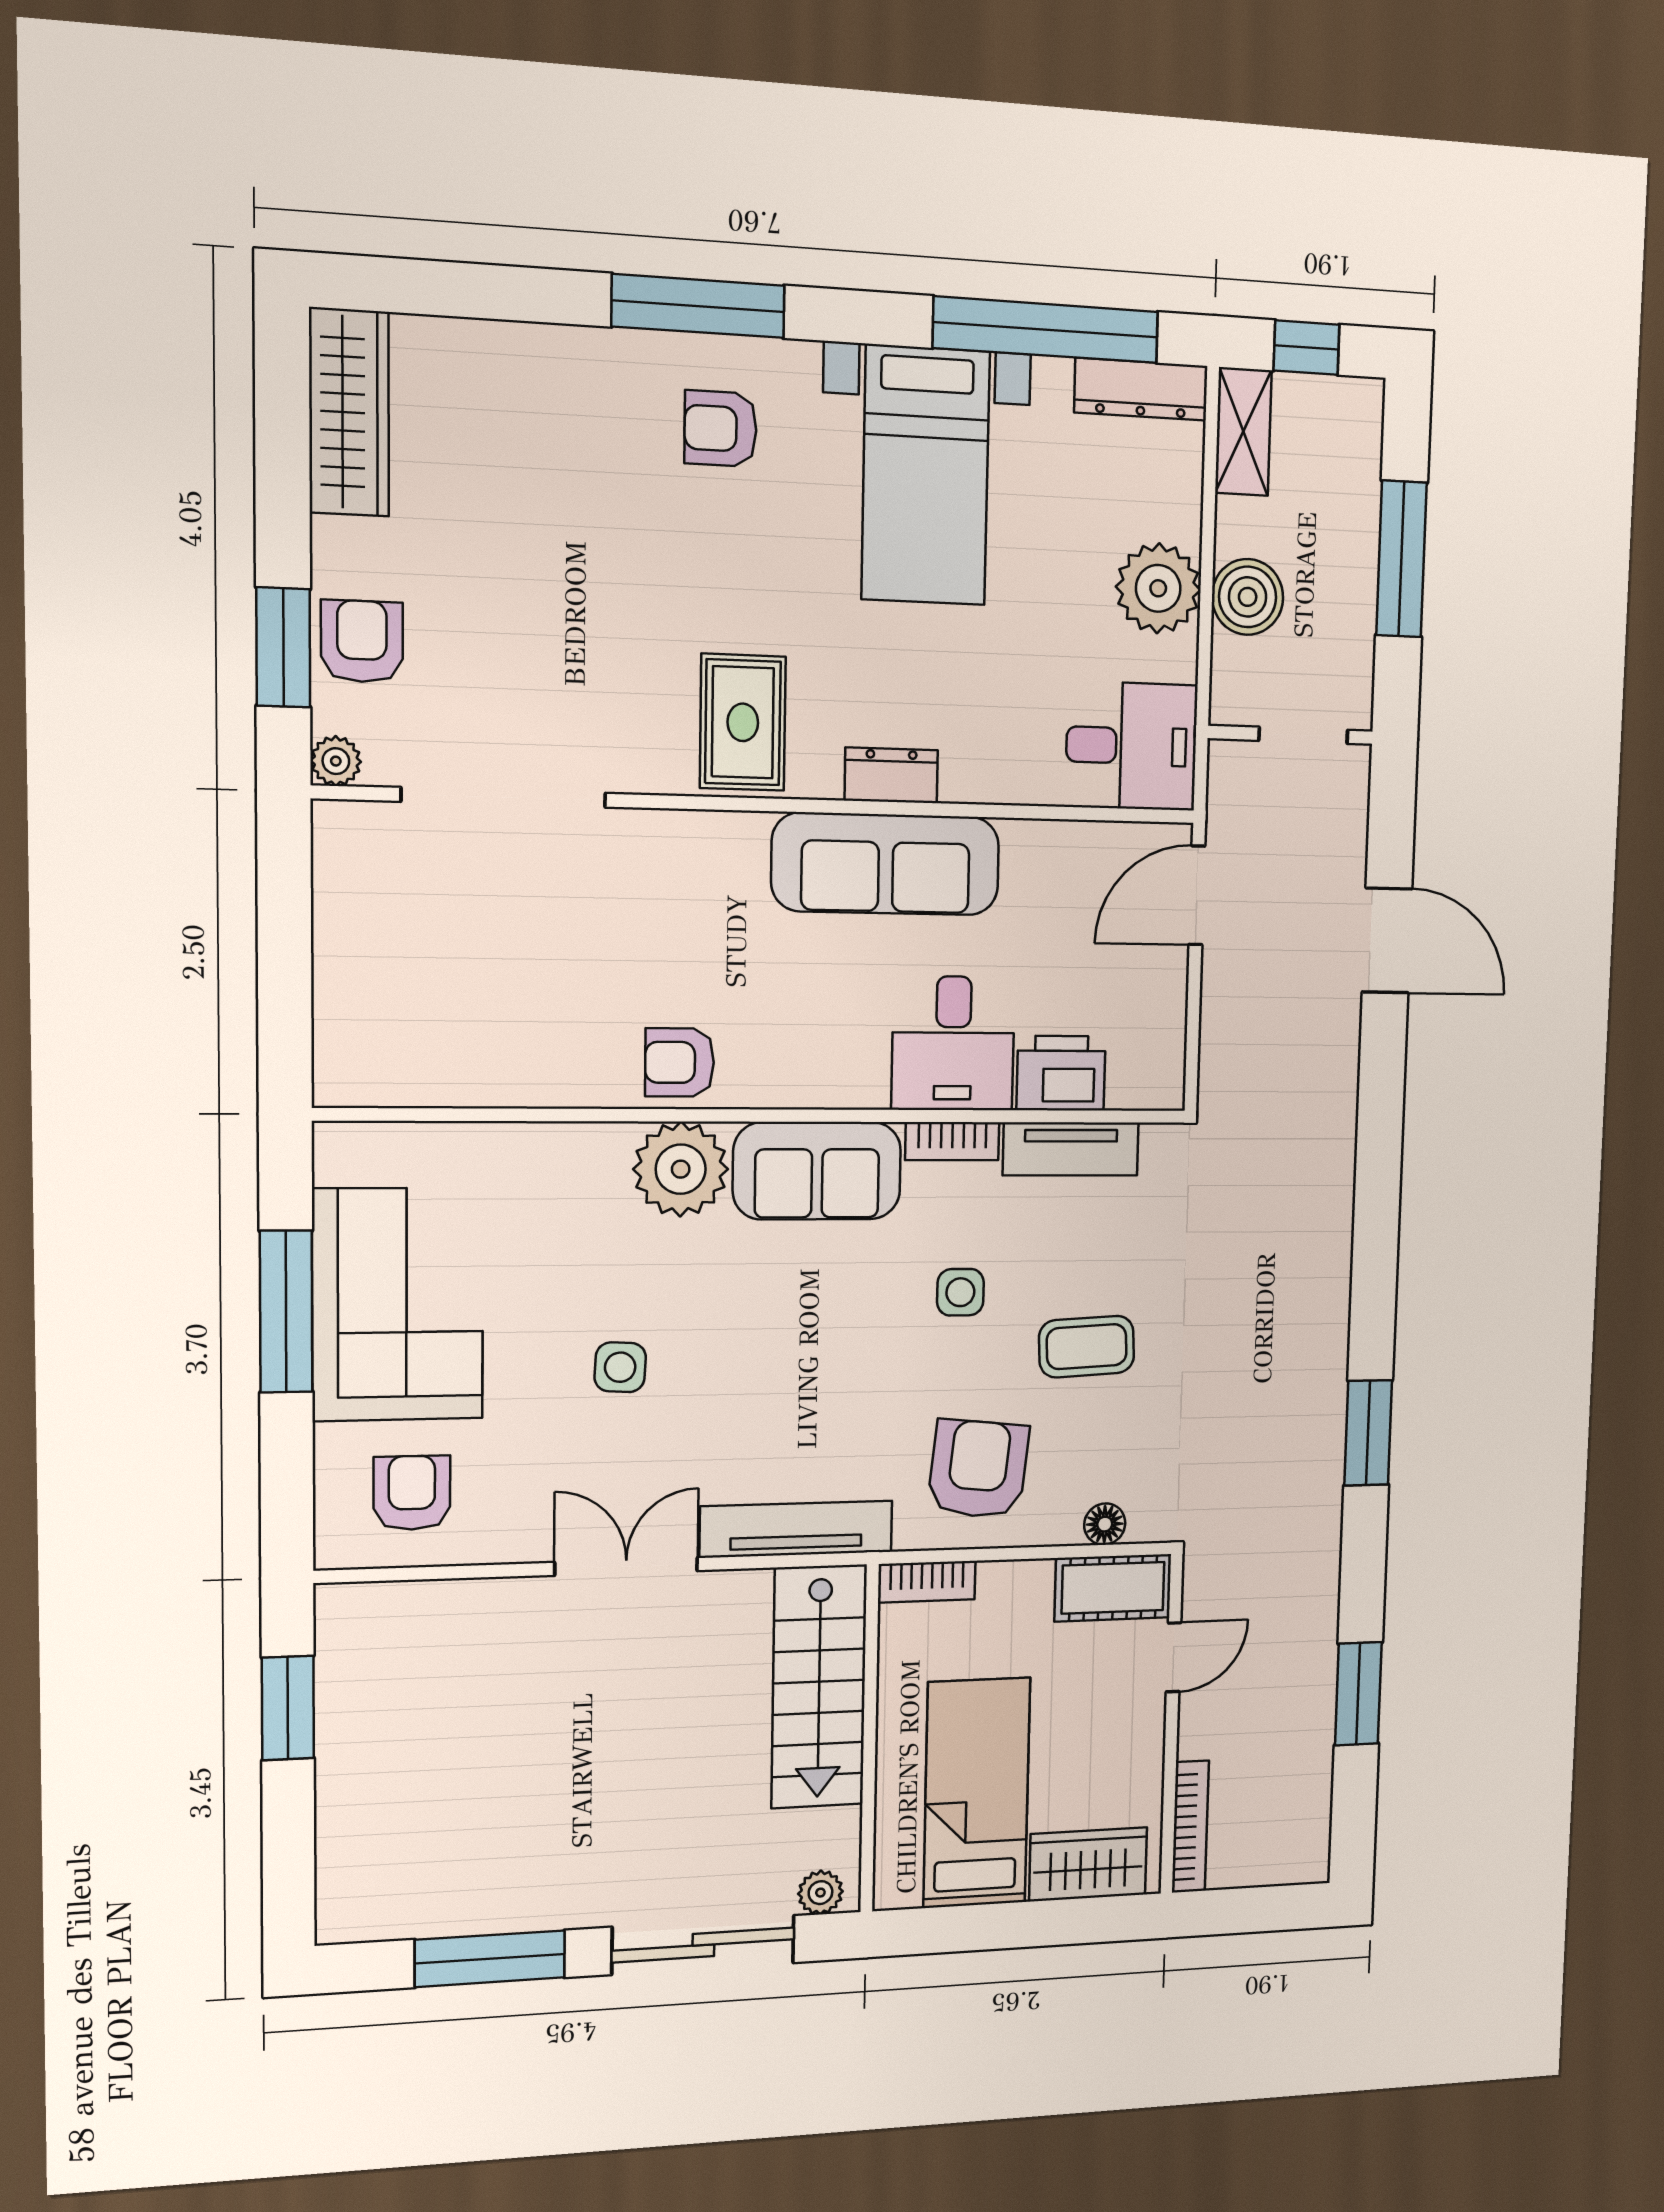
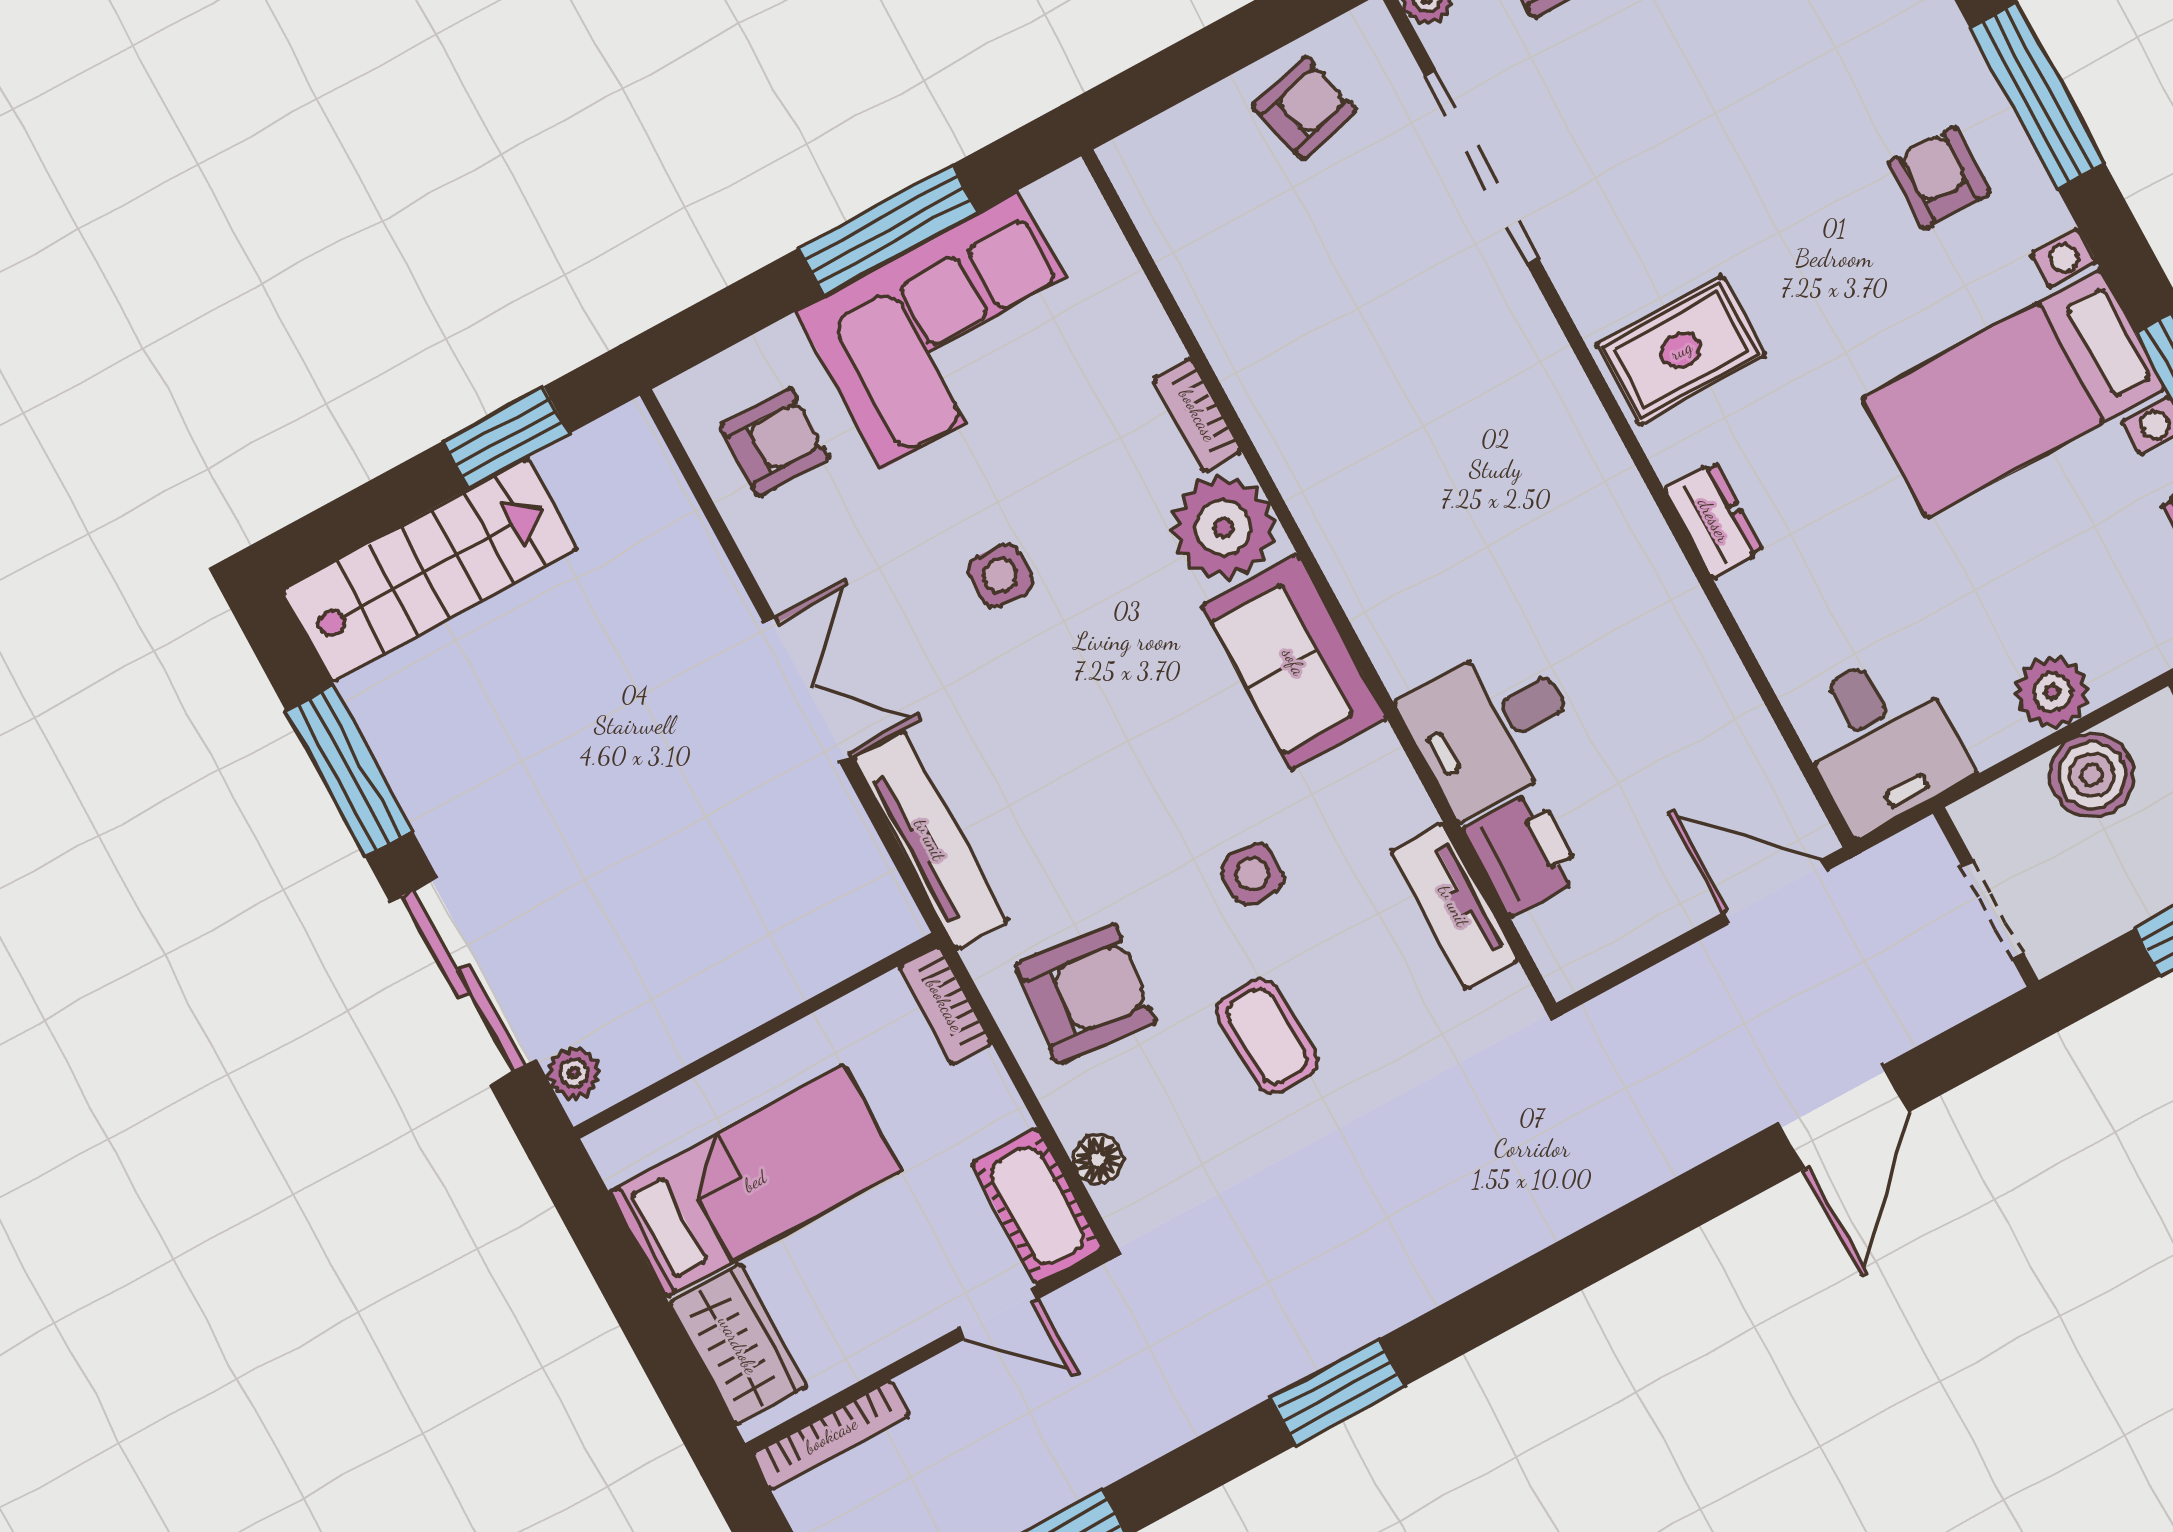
plant: (1158, 588) -> (2052, 692), width x0.73, depth x0.73
sofa: (886, 864) -> (1627, 563), removed
armchair: (680, 1062) -> (1304, 108), moved, turned 75
bookcase: (952, 1141) -> (1198, 415), moved
stairs: (819, 1687) -> (430, 570), moved, turned 180

